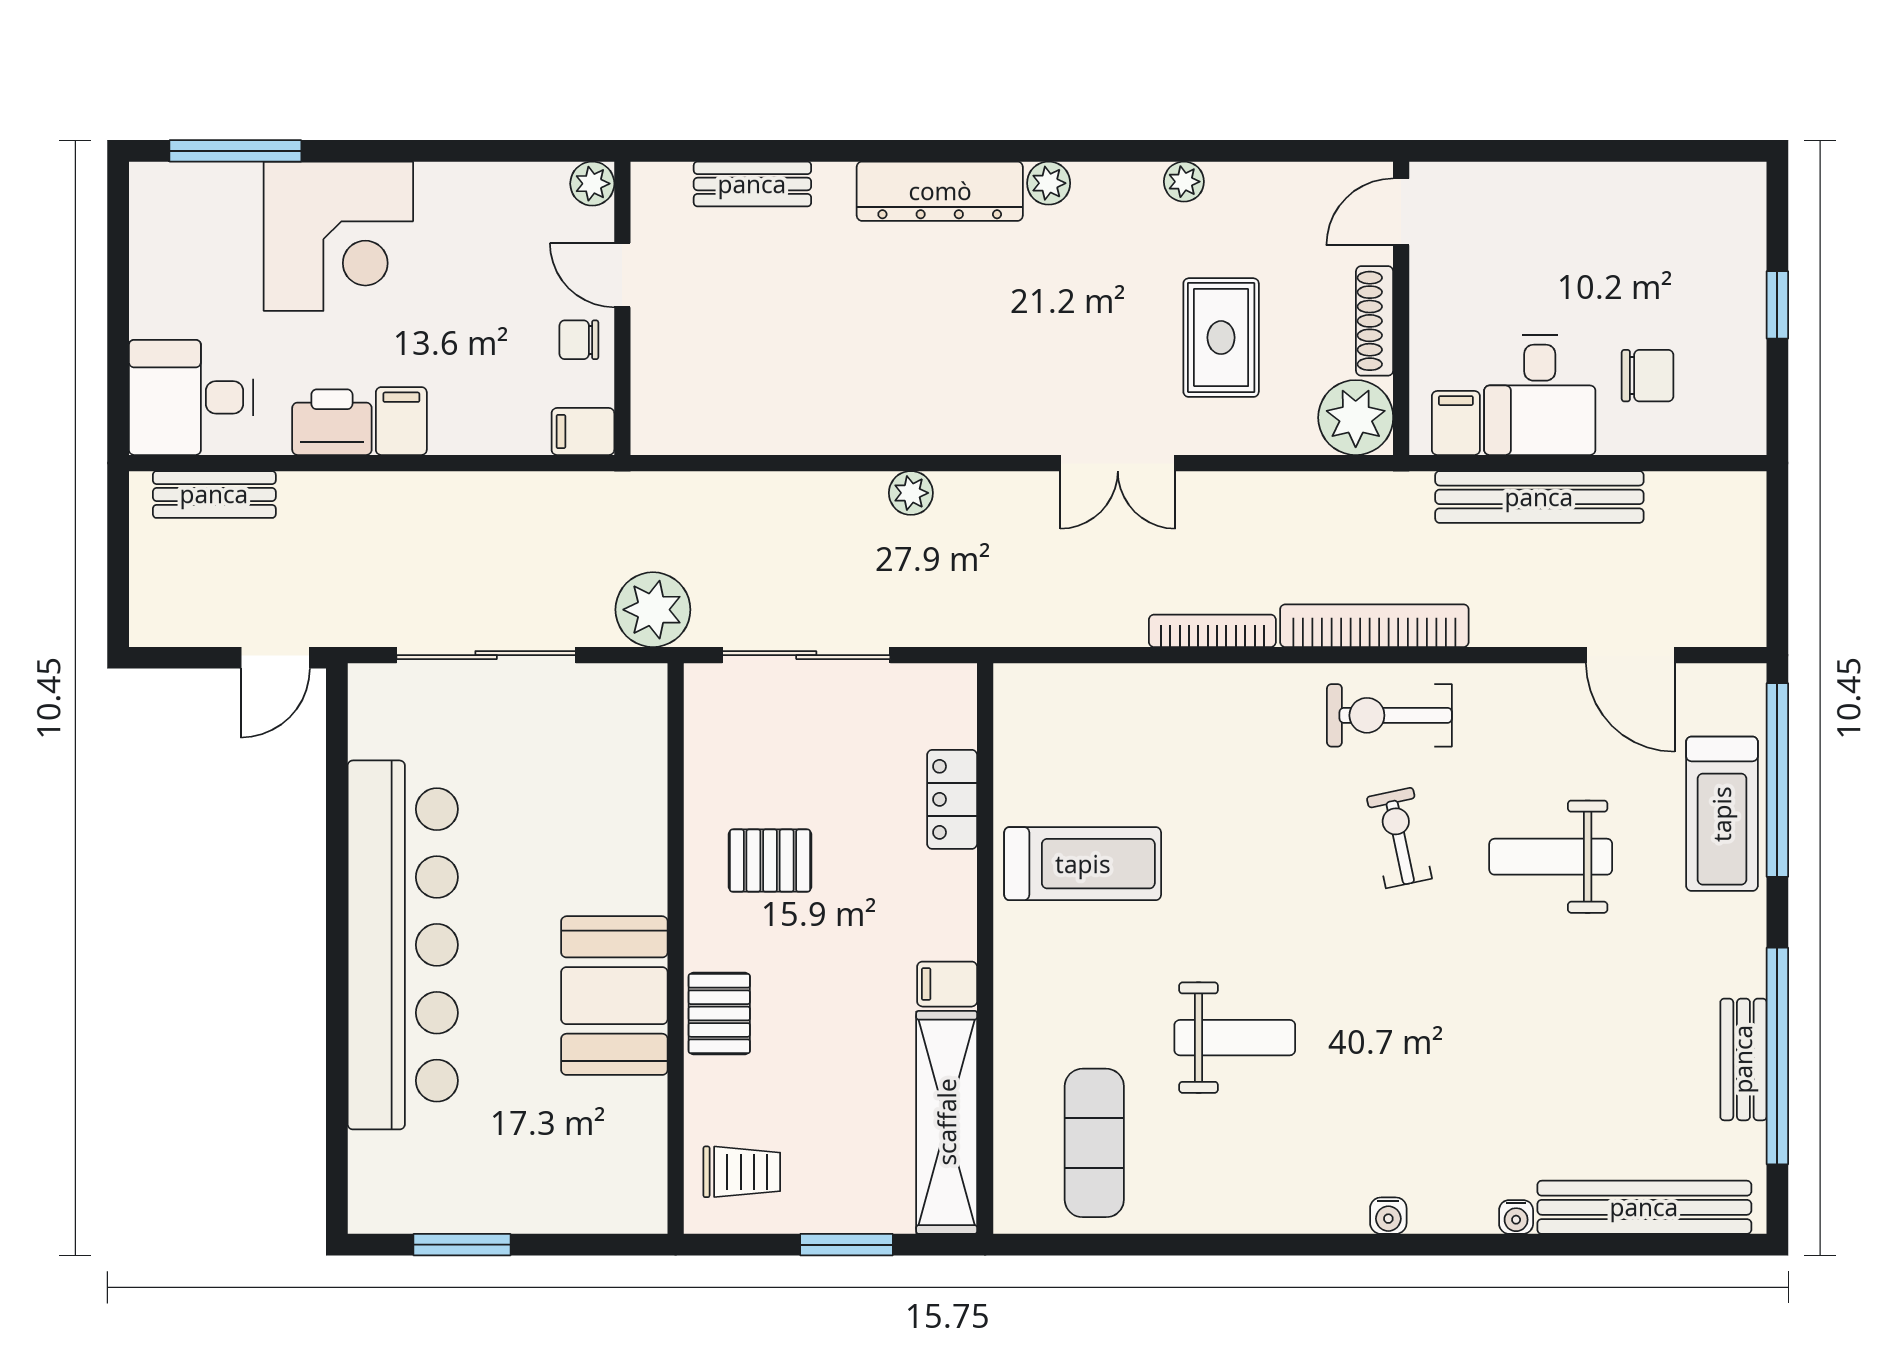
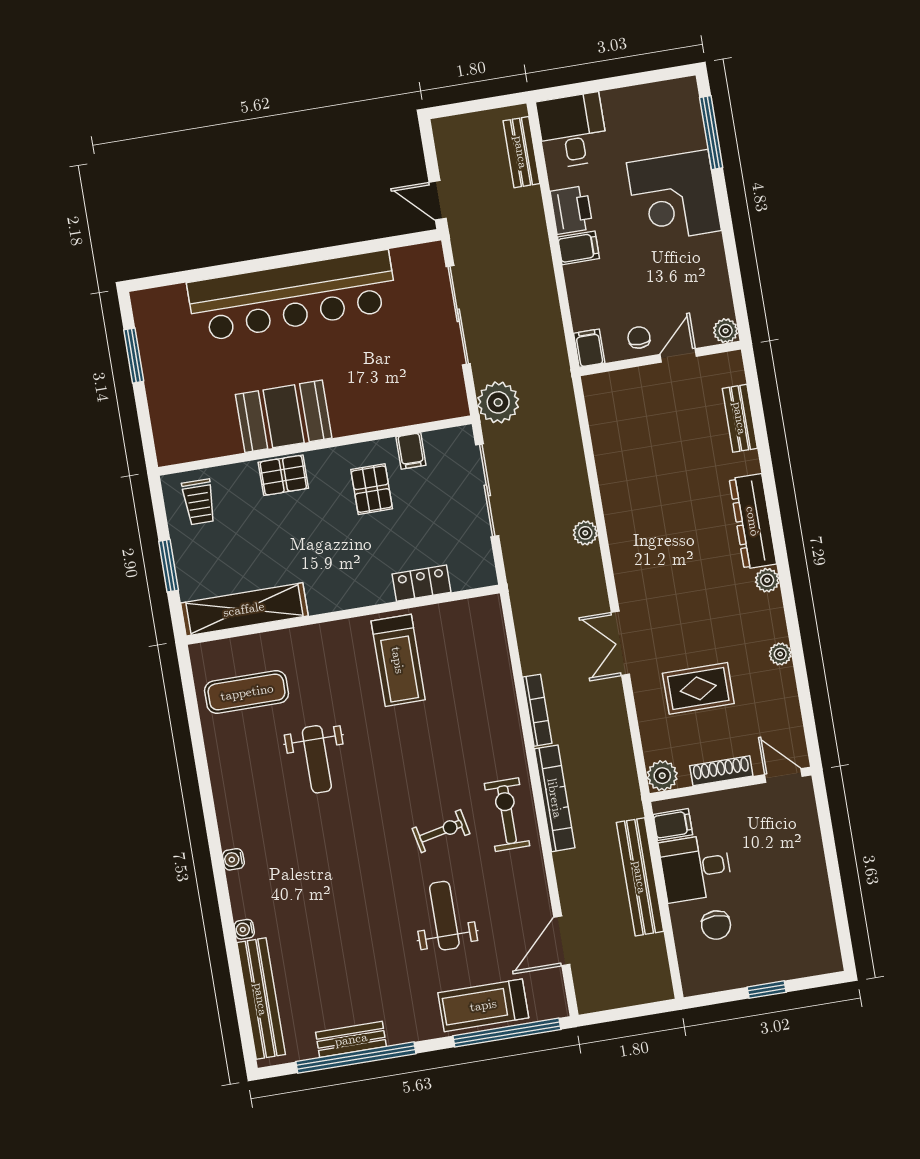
plant: (1356, 418) -> (662, 776), width x0.73, depth x0.73
filing cabinet: (947, 984) -> (411, 451), moved, turned 180

